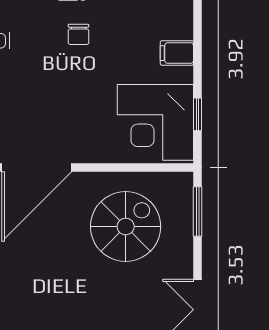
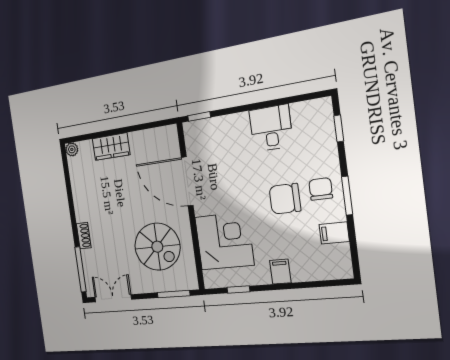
chair: (79, 34) -> (285, 199), width x1.87, depth x1.87
corner desk: (155, 122) -> (224, 241), moved, turned 90

